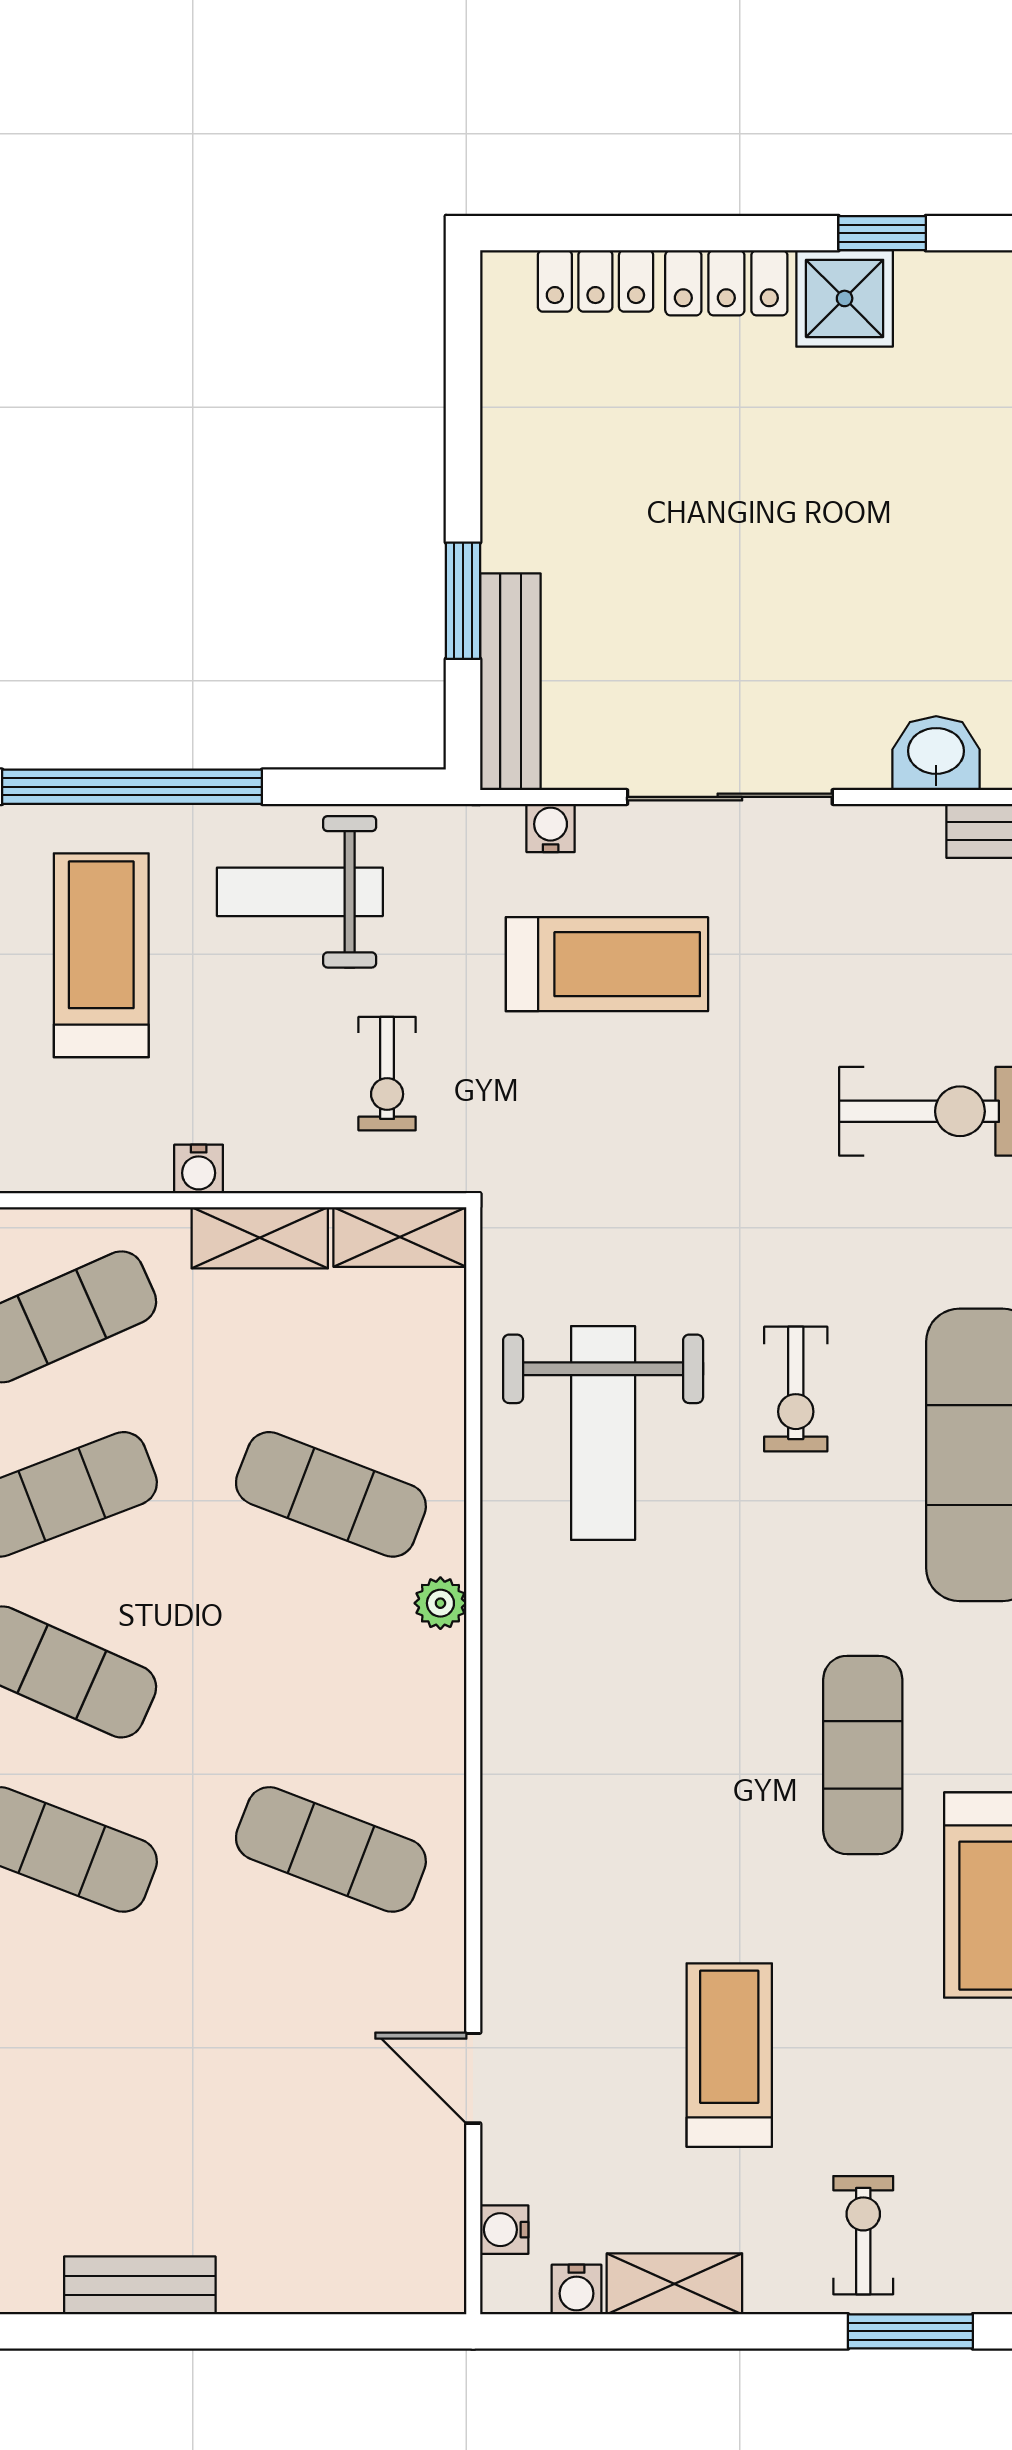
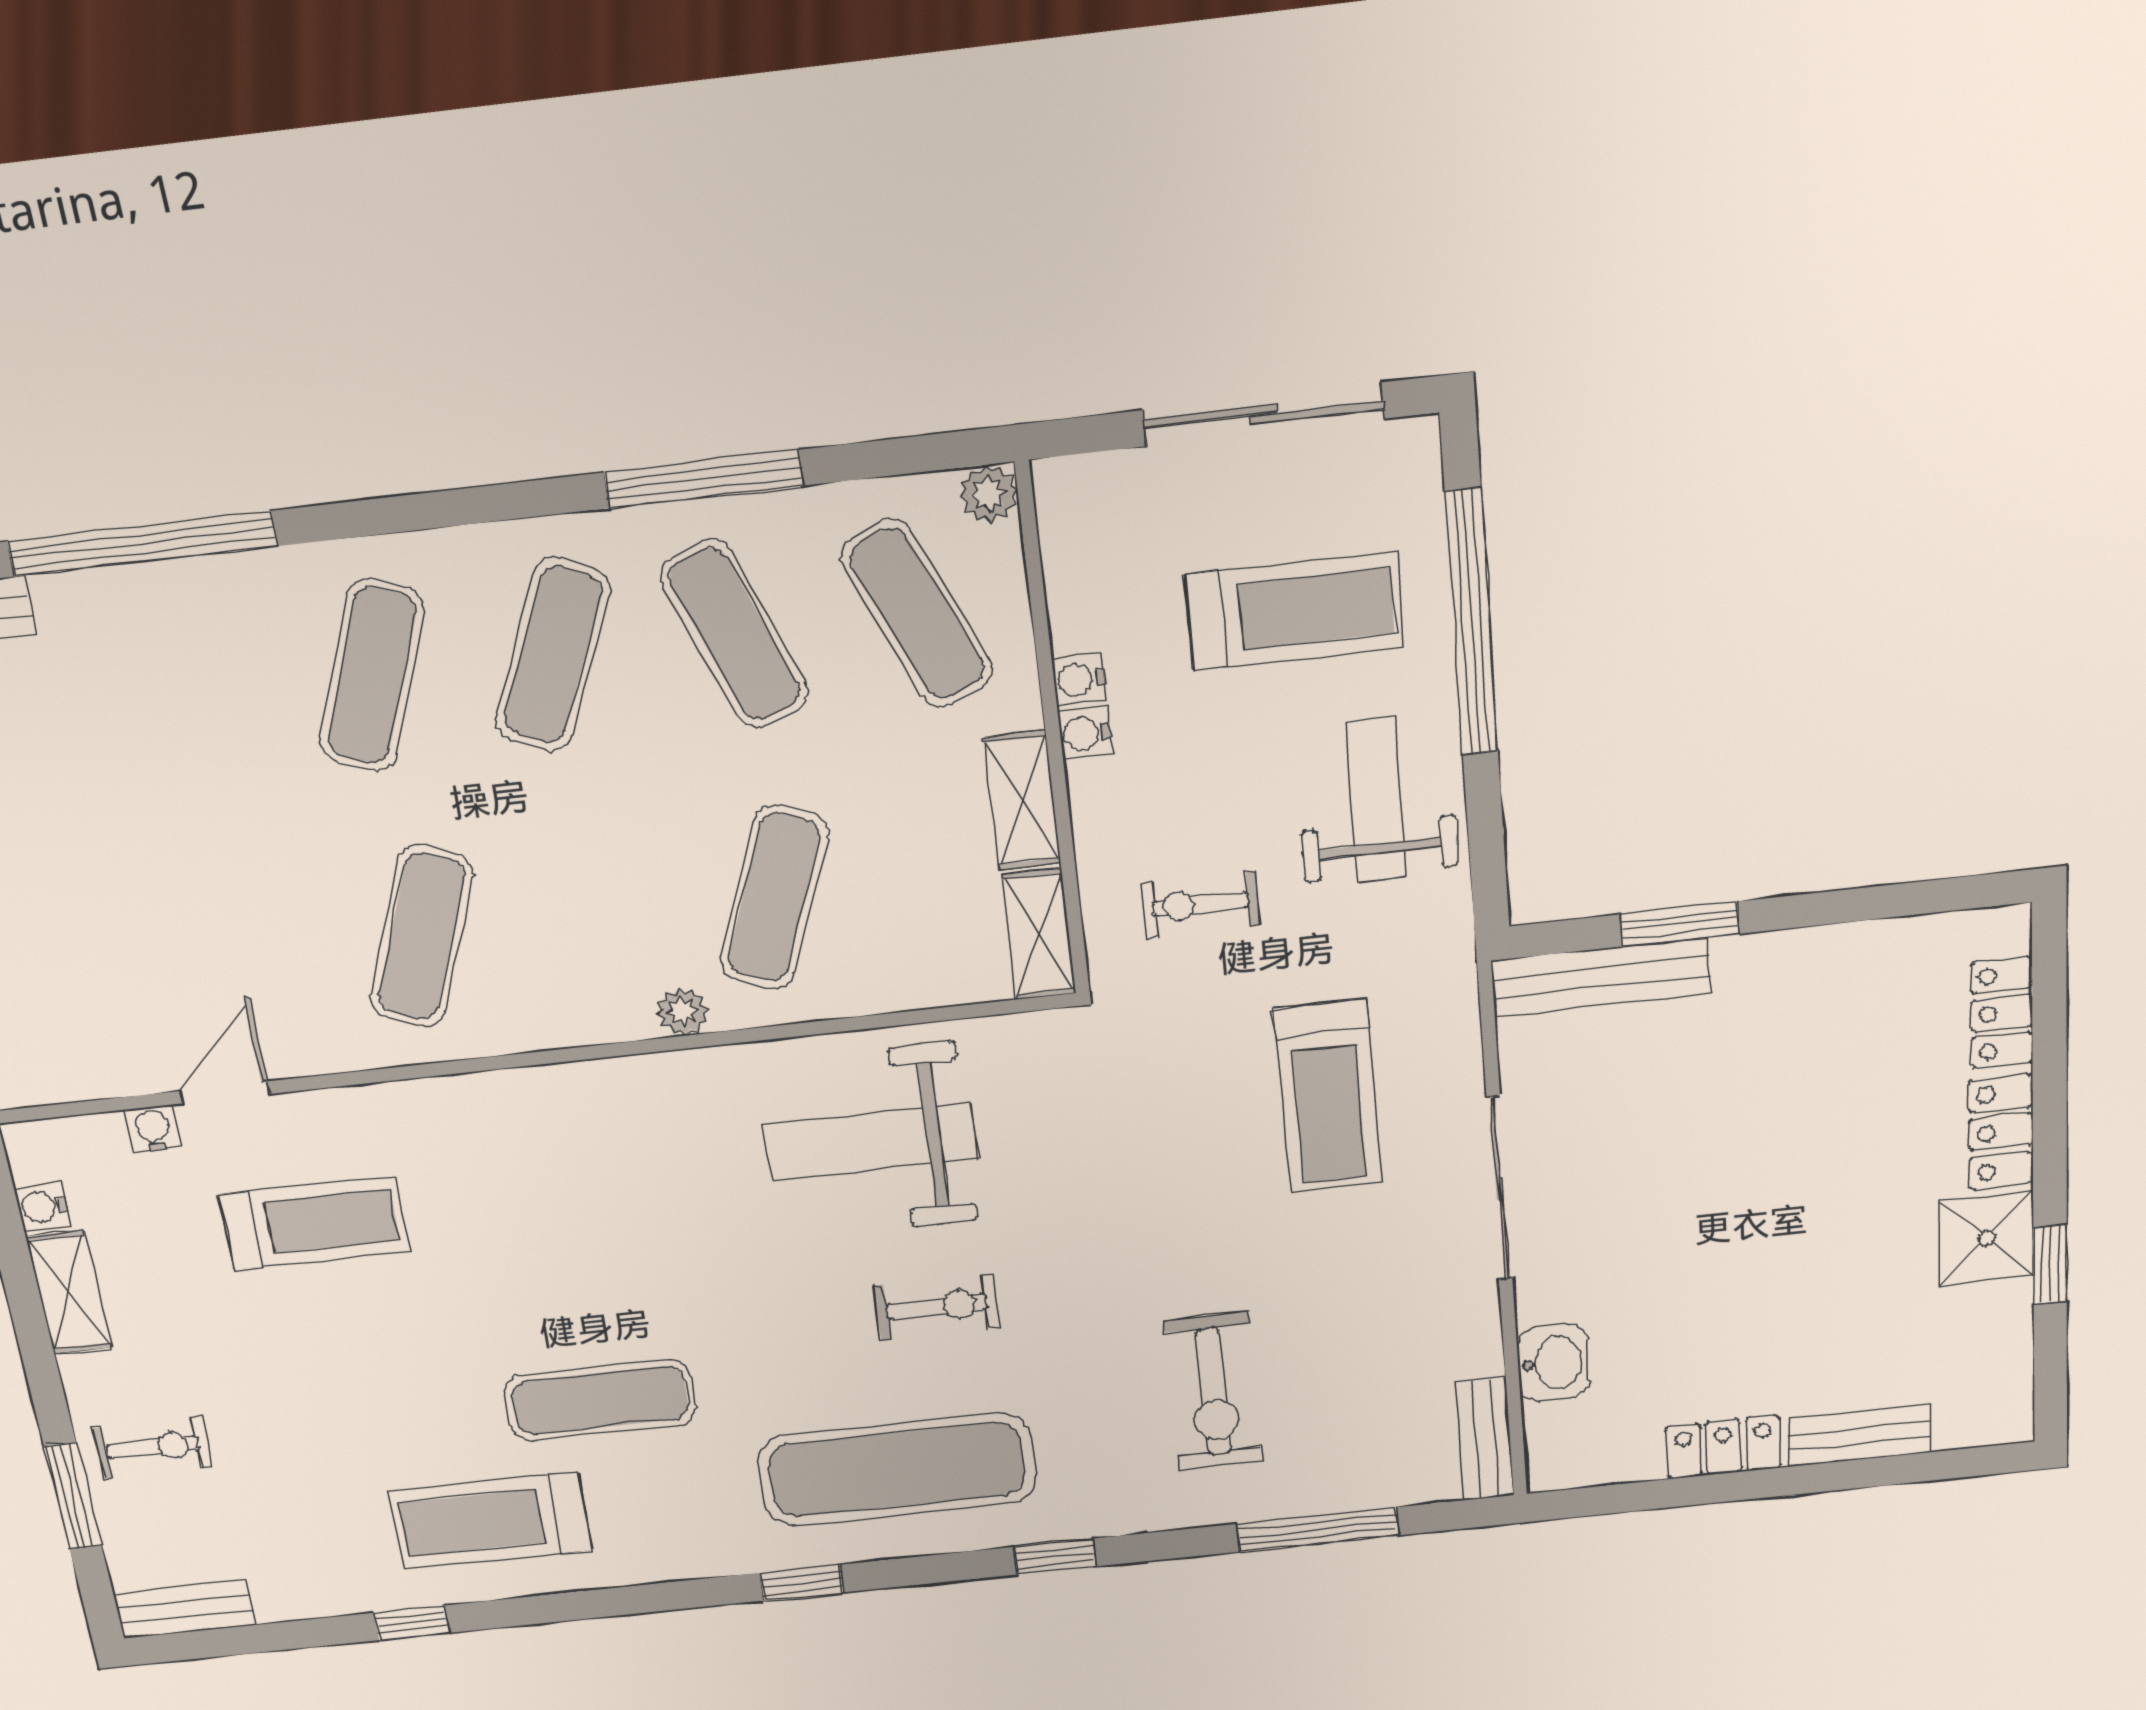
water cooler: (551, 828) -> (1079, 680), moved, turned 180
exercise bike: (796, 1389) -> (937, 1307), turned 180
treadmill: (729, 2055) -> (314, 1223), moved
water cooler: (504, 2230) -> (153, 1129), moved

